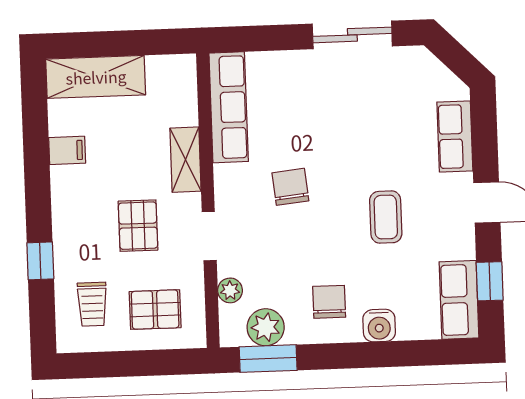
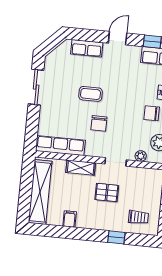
shelving: (96, 77) -> (40, 192), width x1.47
chair: (290, 187) -> (99, 123), turned -84
coffee table: (386, 217) -> (91, 94), moved
pallet: (155, 310) -> (145, 190), removed

